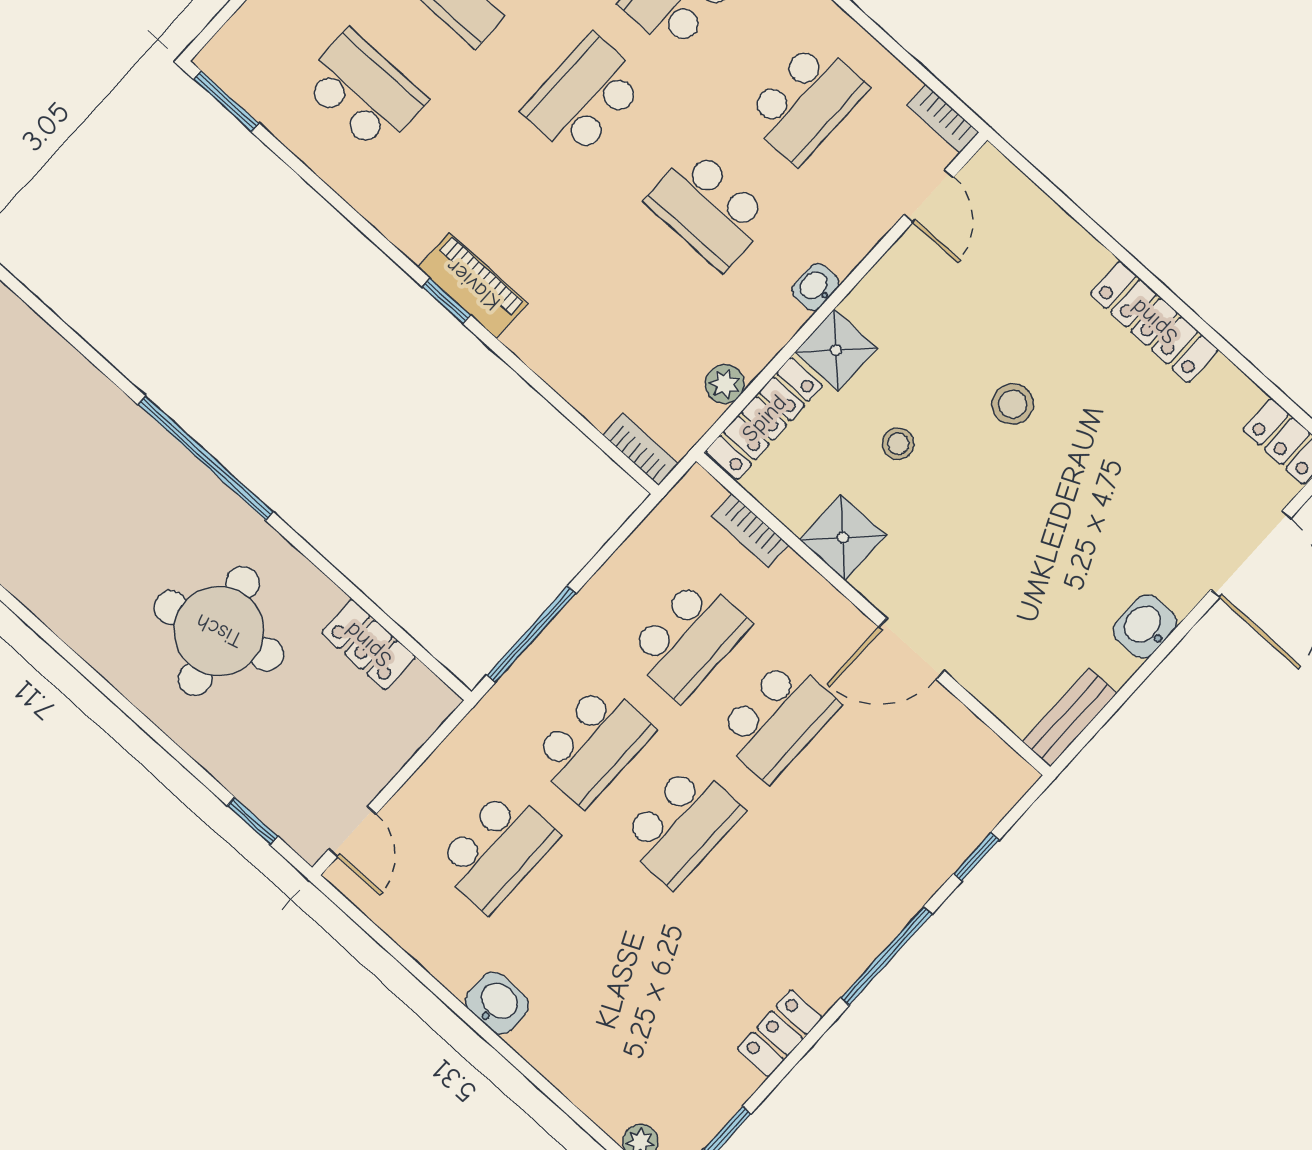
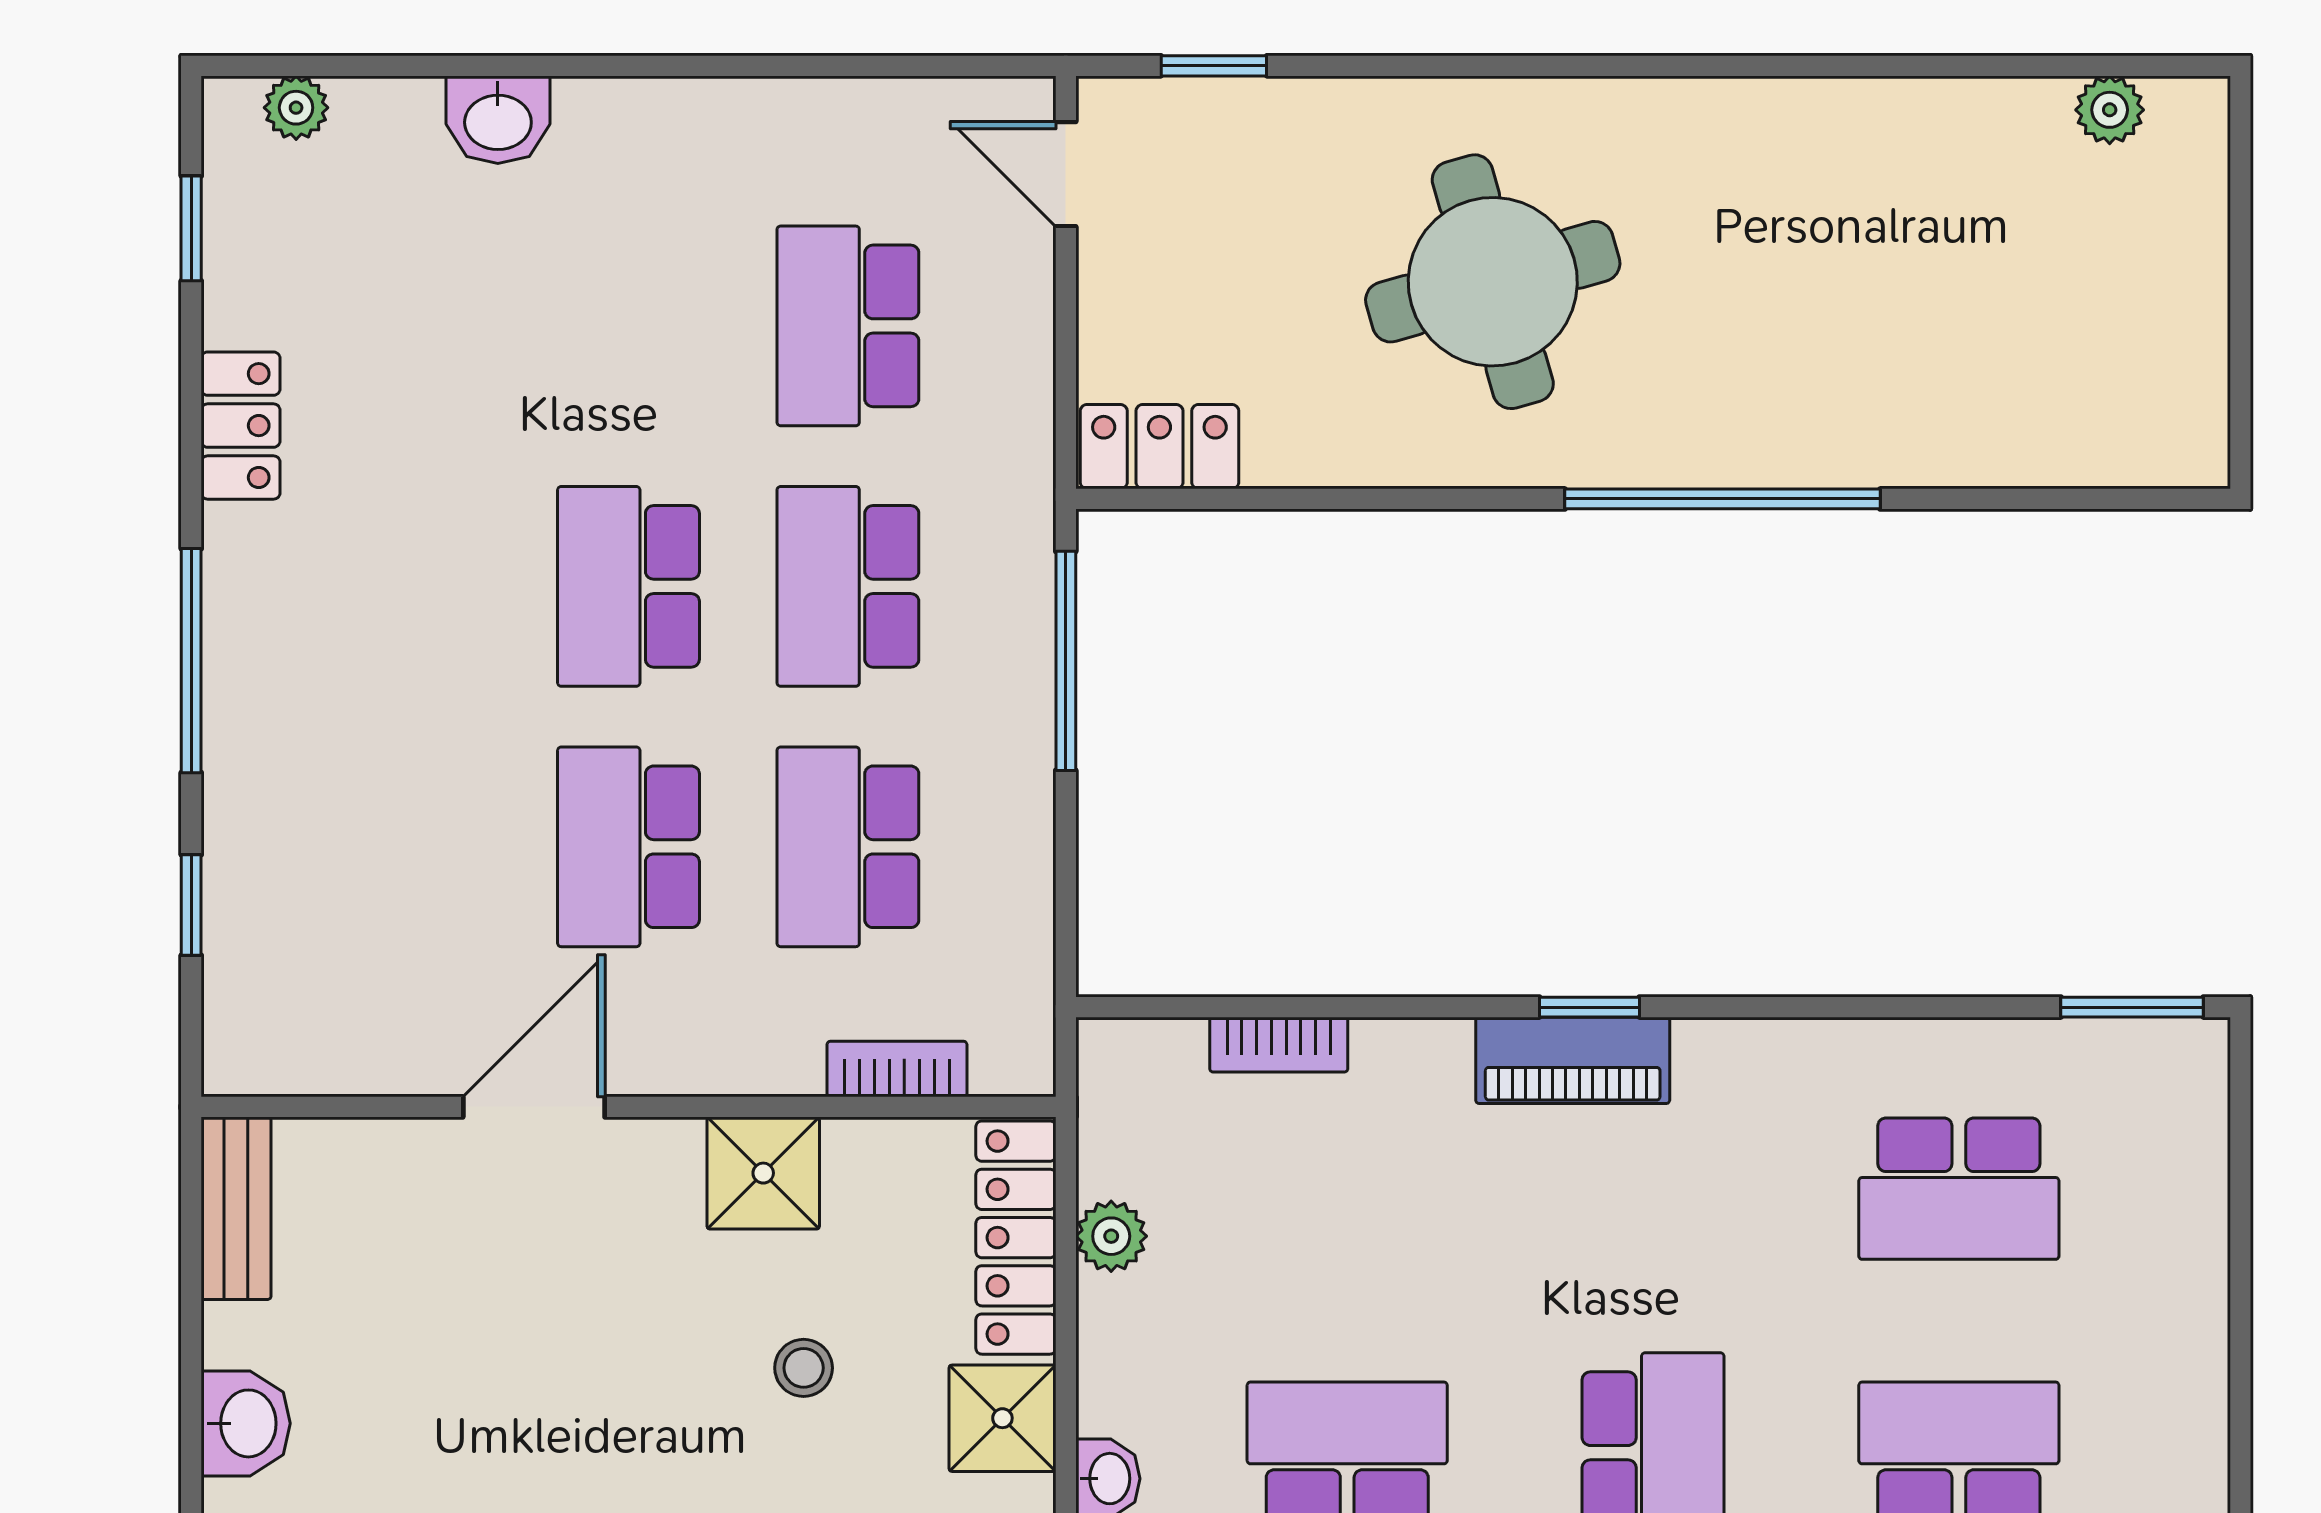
bookcase: (641, 449) -> (1279, 1045), moved
locker: (368, 645) -> (1159, 447), moved
washbasin: (497, 1003) -> (498, 120), moved

